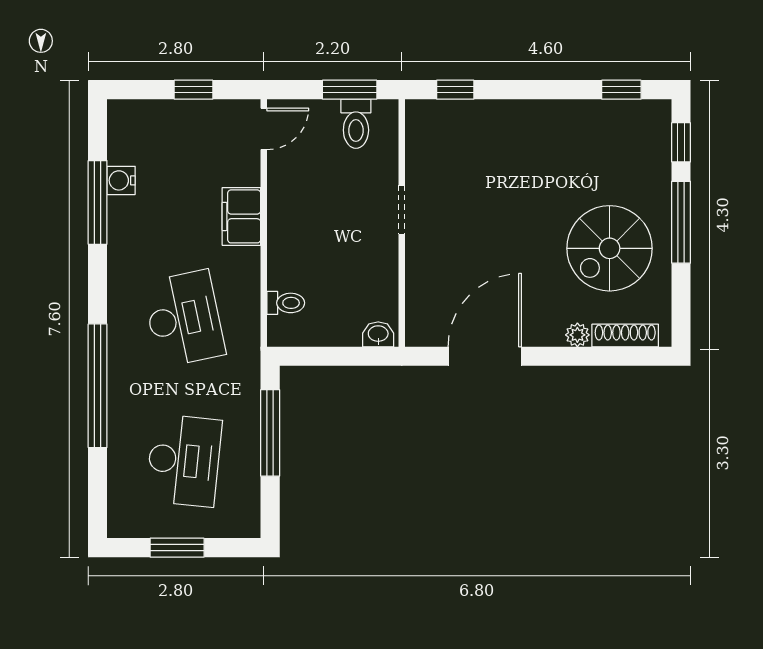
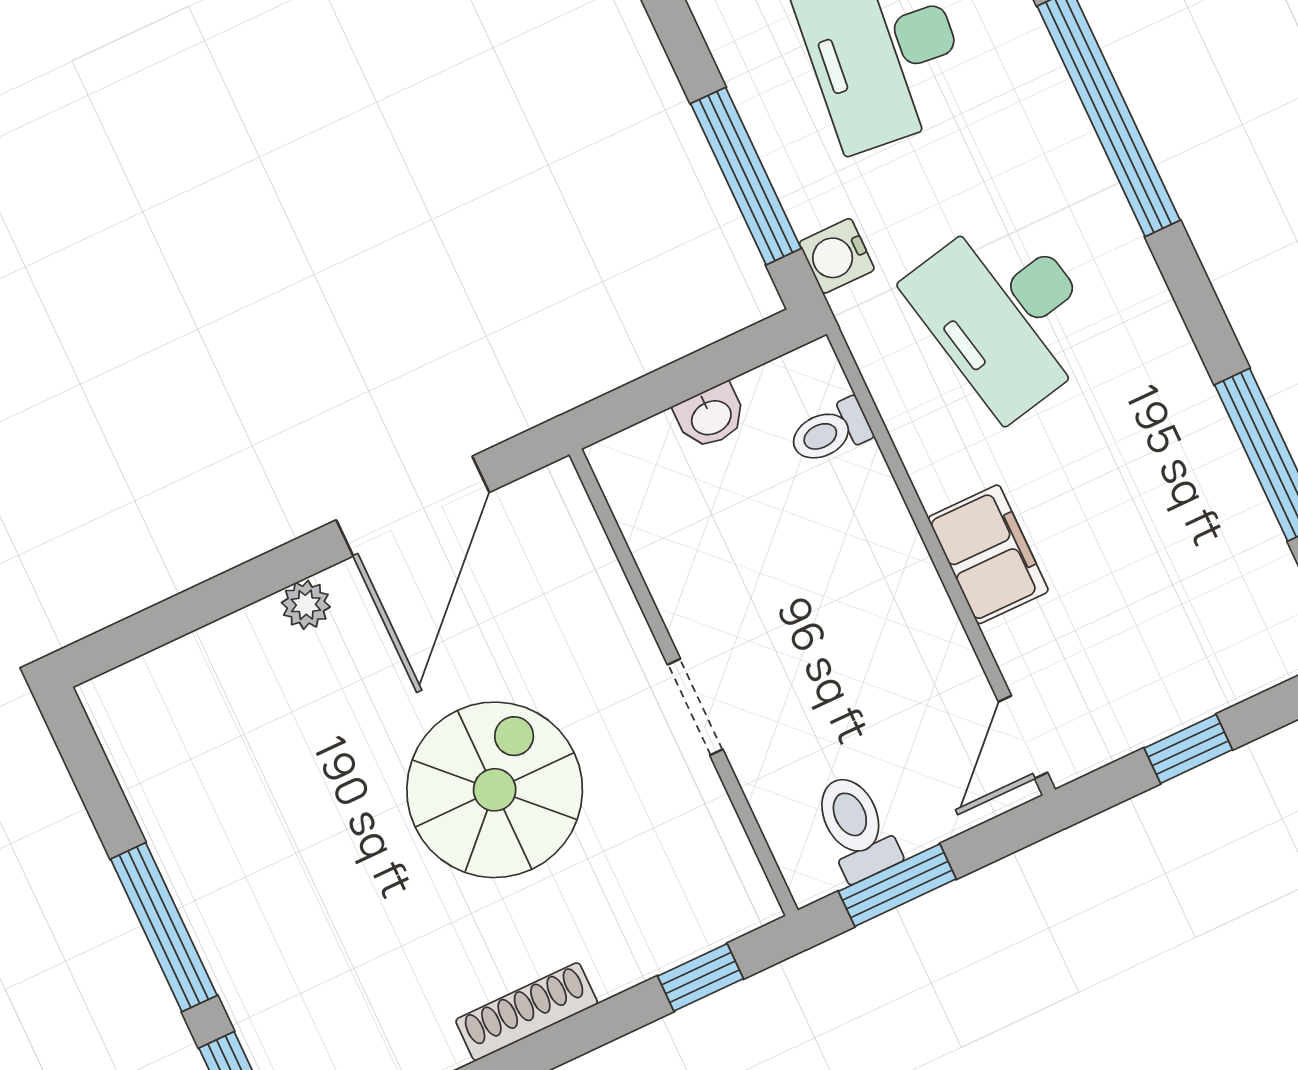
water cooler: (121, 180) -> (837, 256), moved, turned 180
spiral stairs: (610, 248) -> (495, 790), moved
washbasin: (378, 334) -> (711, 416), moved
plant: (577, 335) -> (306, 605), moved
shoe rack: (625, 336) -> (527, 1012), moved, turned 180

